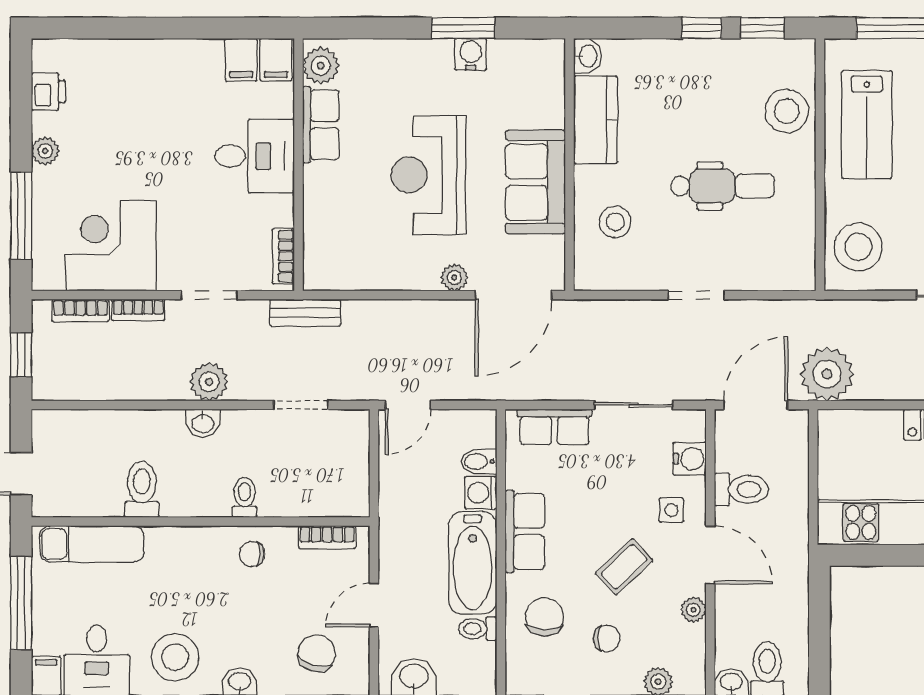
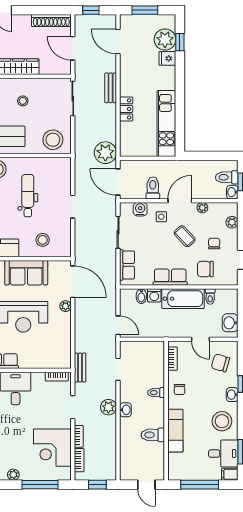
exam couch: (92, 544) -> (175, 431), moved

